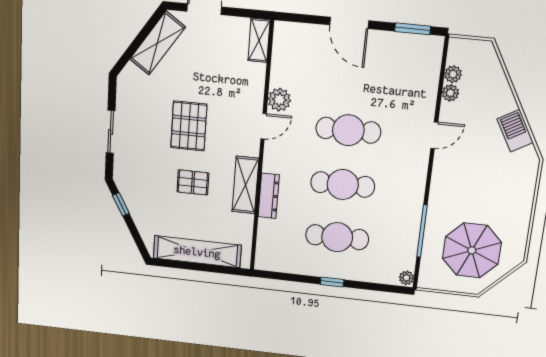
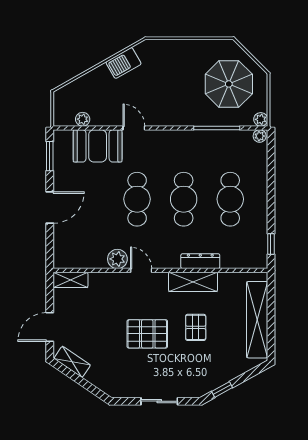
shelving: (157, 43) -> (72, 362), width x0.67, depth x0.75
booth: (418, 89) -> (98, 146), added
plant: (450, 93) -> (261, 119), moved
window: (332, 282) -> (271, 244), moved

